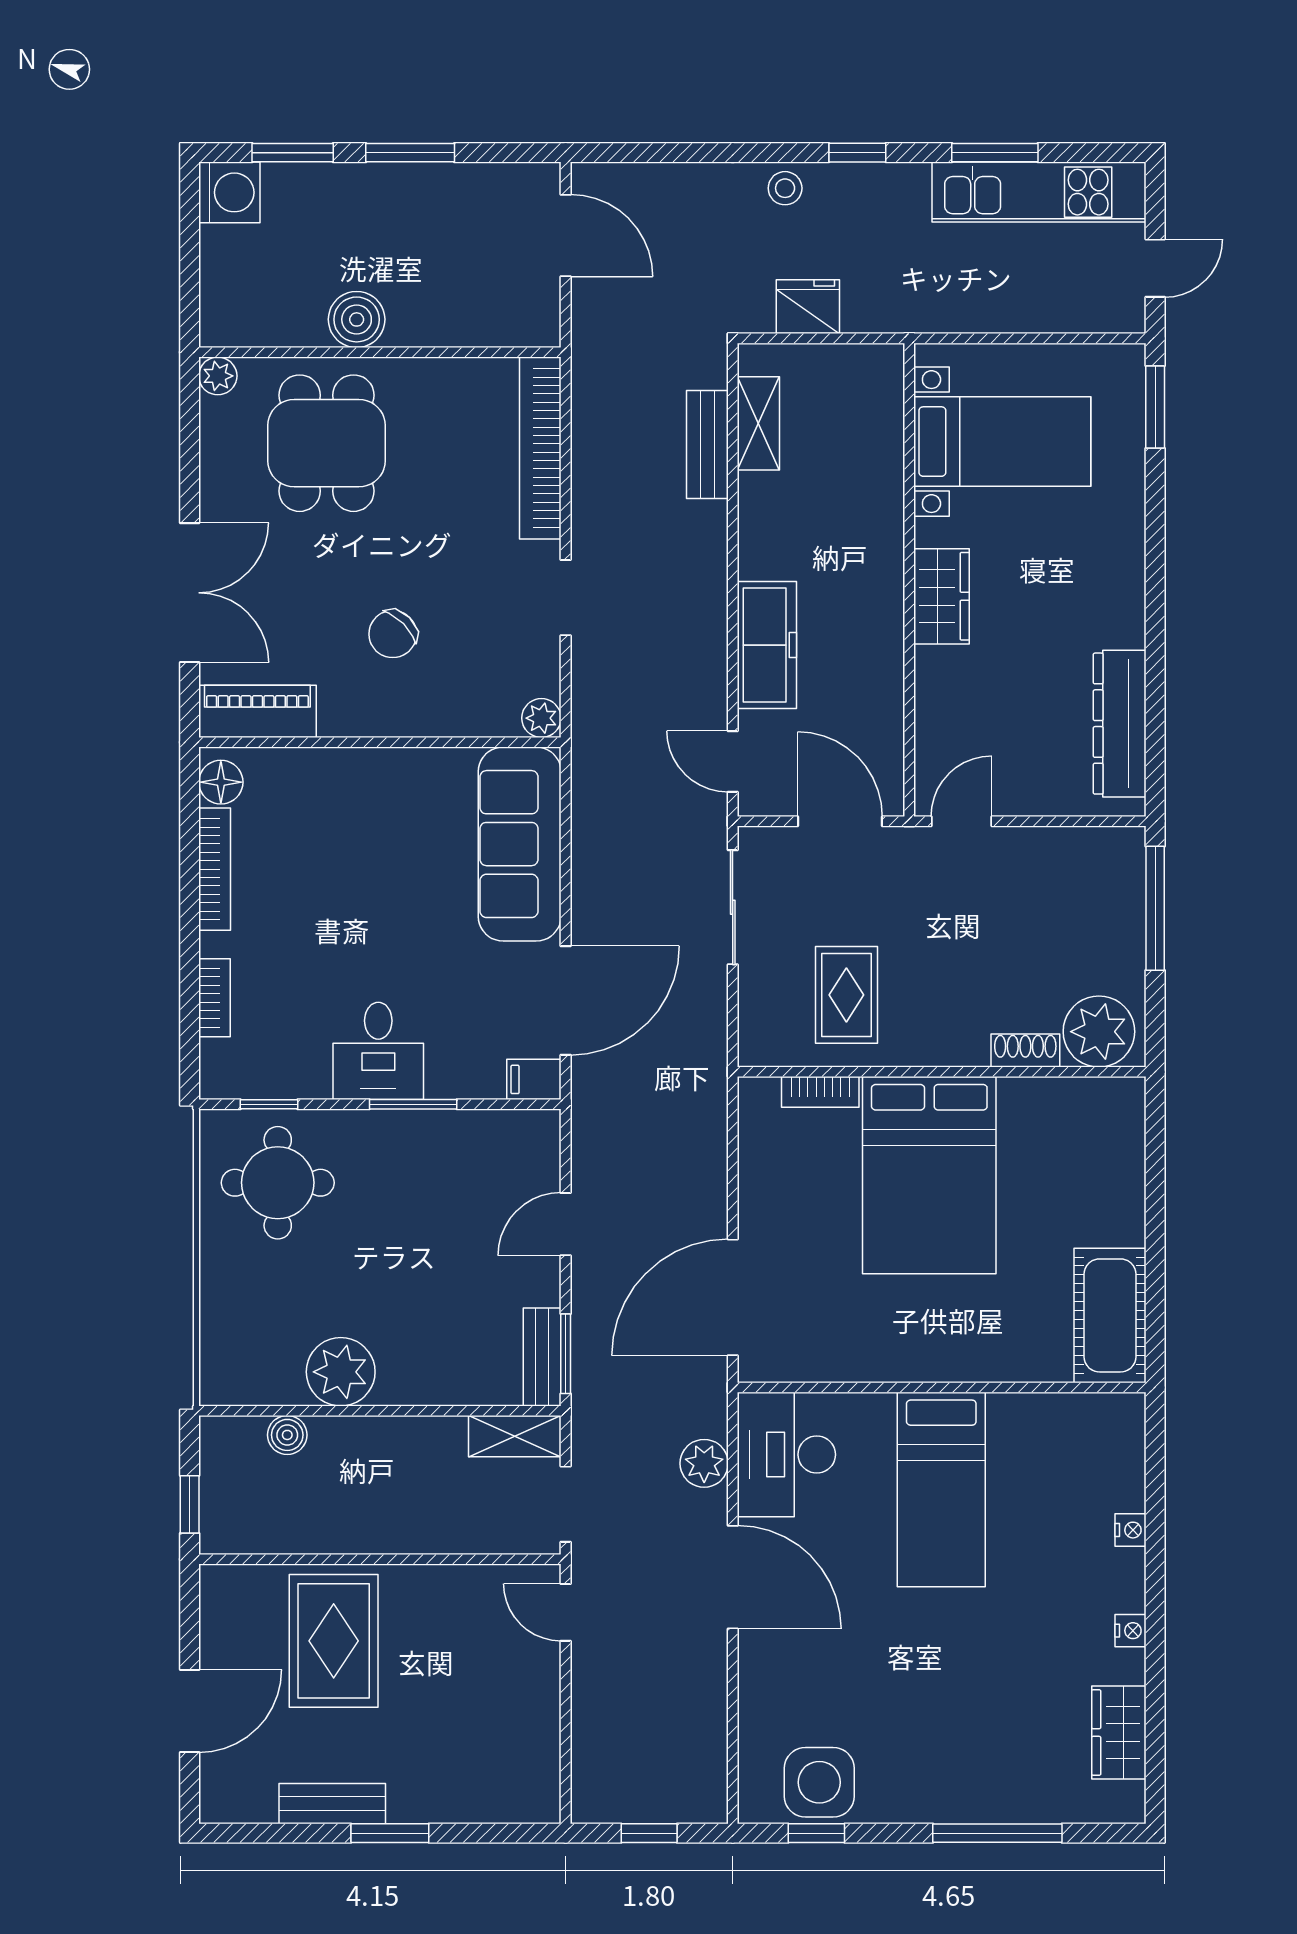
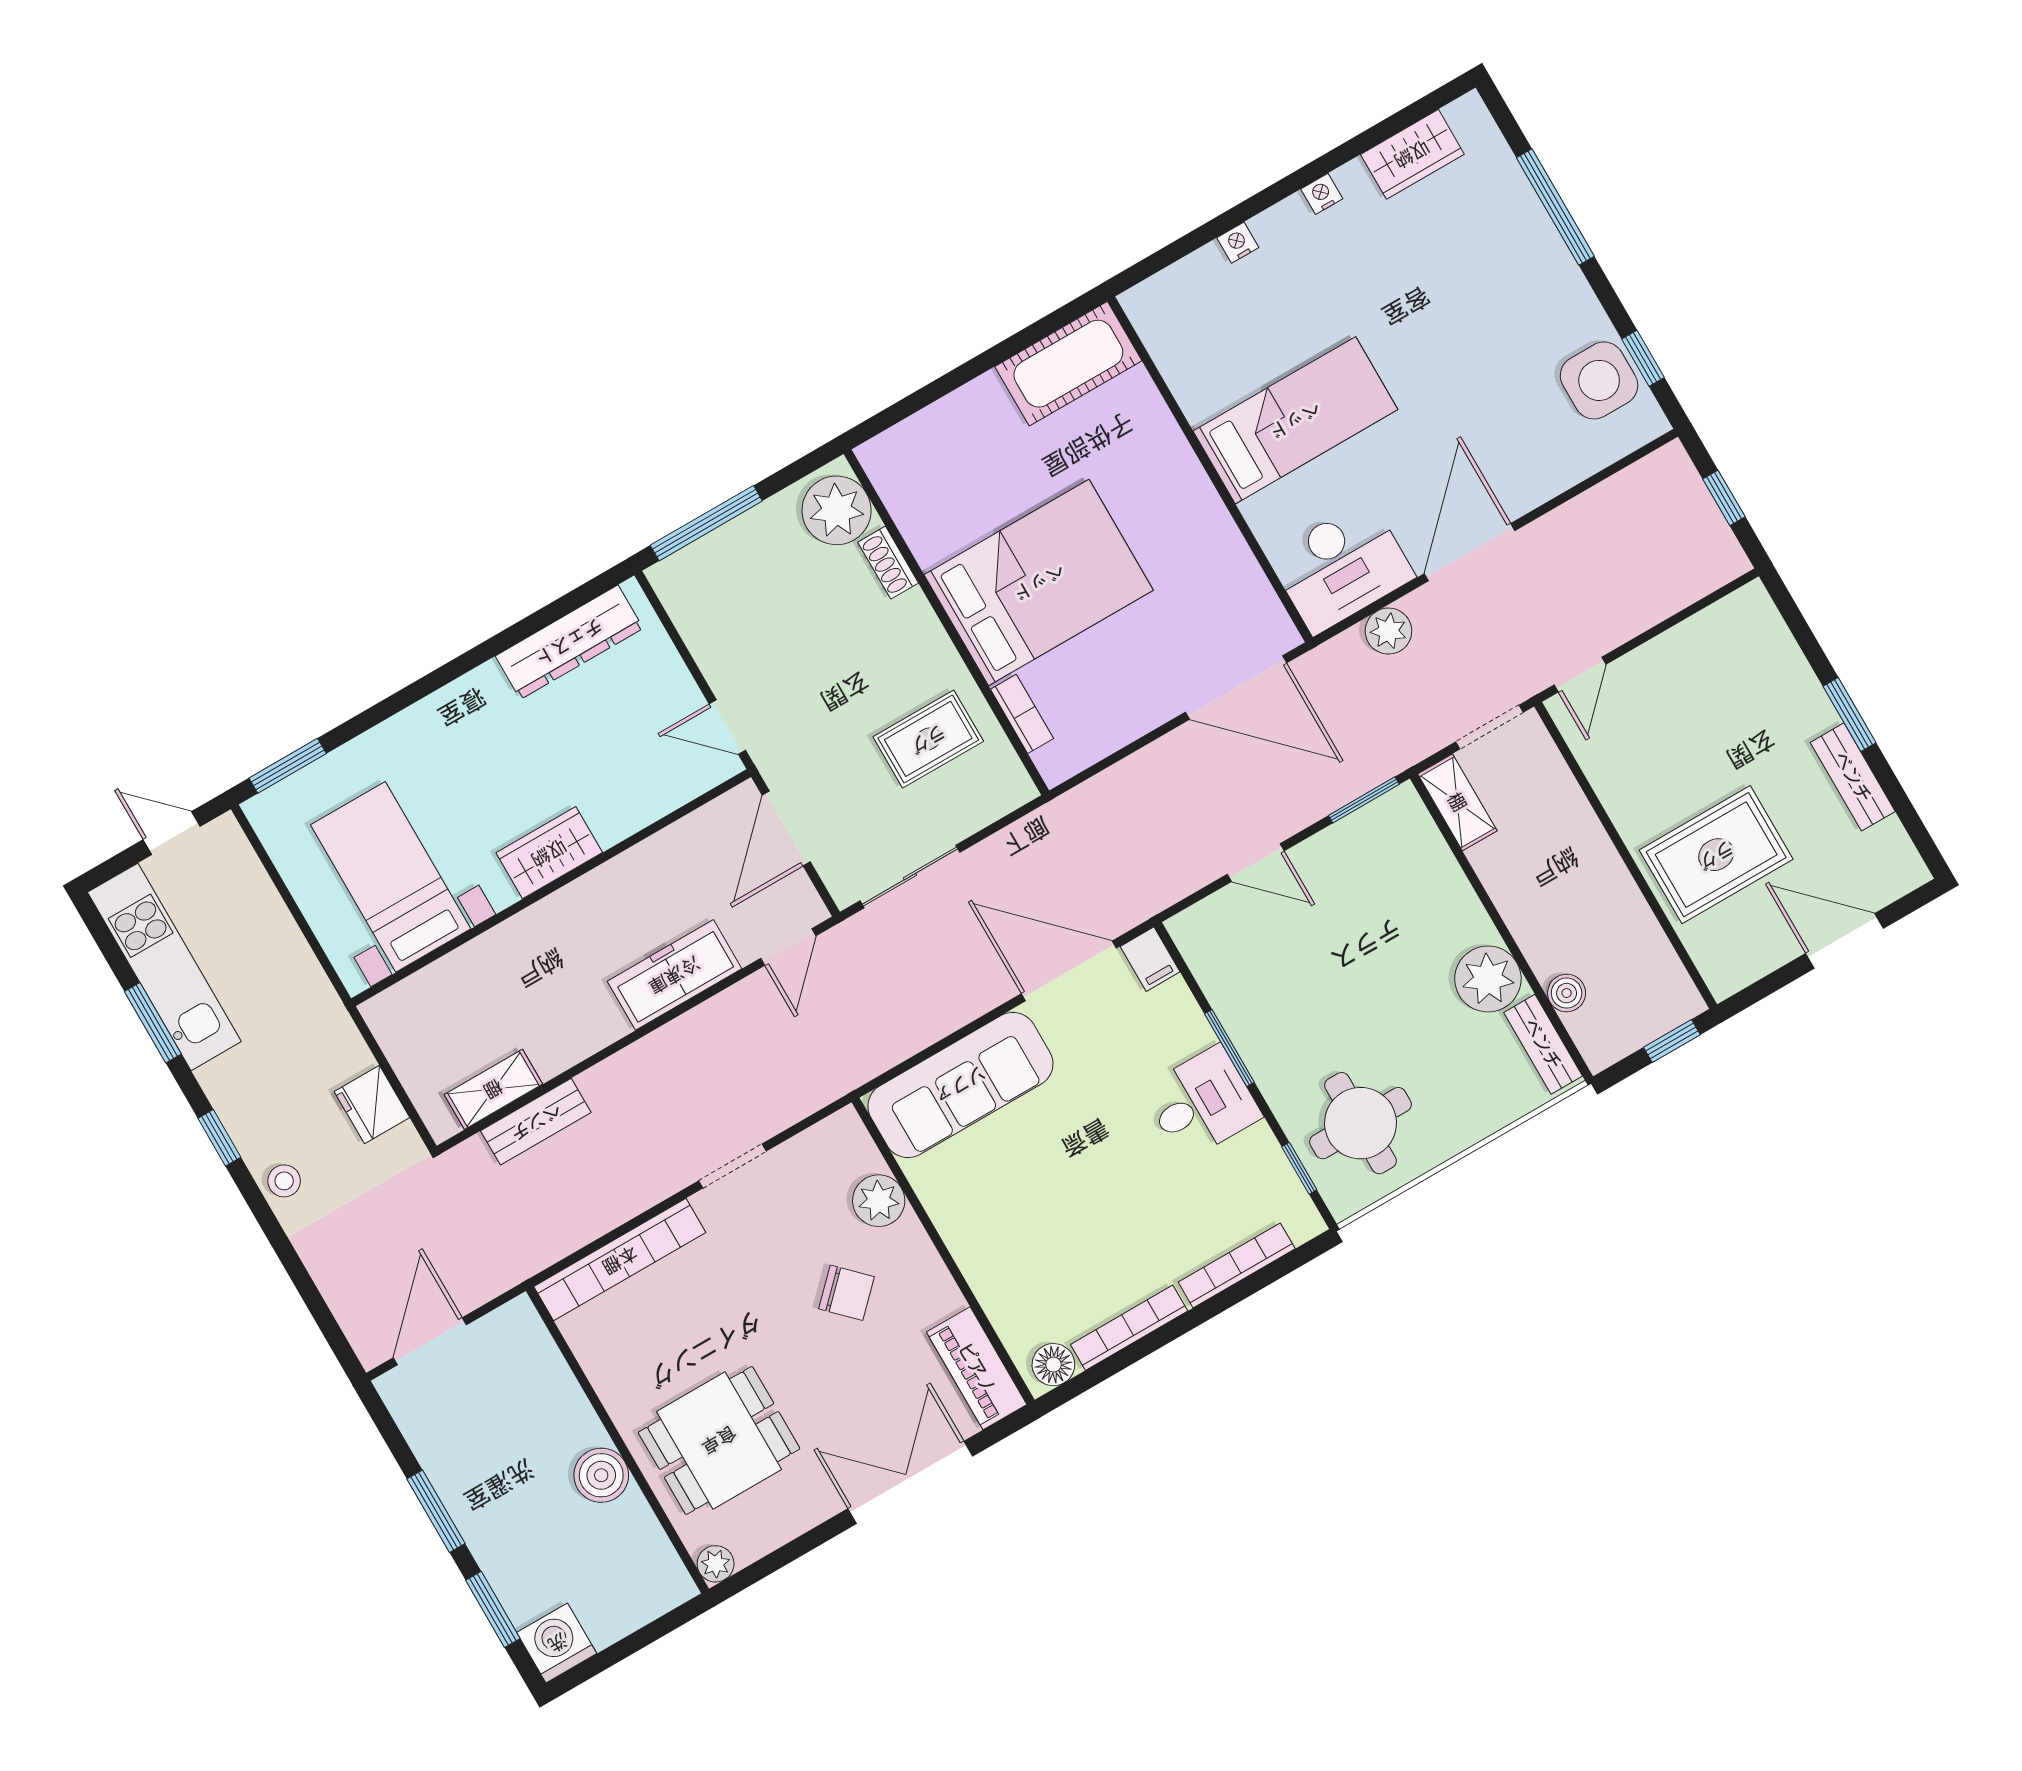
plant: (541, 718) -> (879, 1201), moved, width x1.38, depth x1.38
bookcase: (215, 998) -> (1237, 1265), width x1.56
bench: (542, 1357) -> (1543, 1044), moved, turned 90

